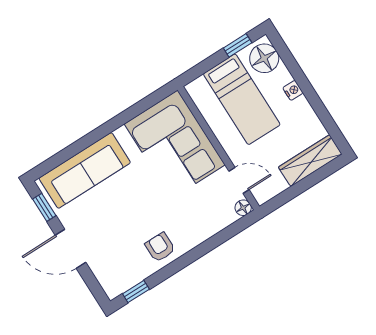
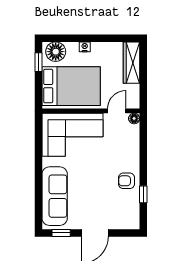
bed: (242, 99) -> (71, 86), width x1.50
window: (136, 292) -> (143, 194), moved

